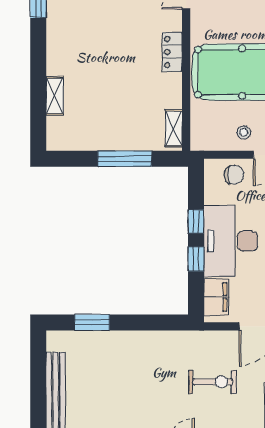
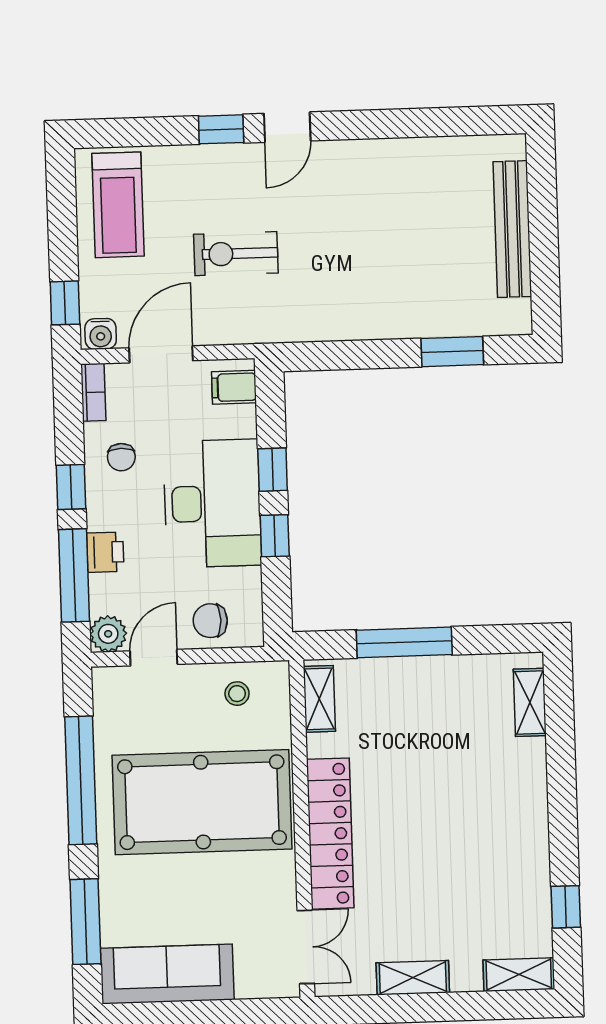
locker: (172, 52) -> (330, 834), width x2.16, depth x1.21
shelving: (55, 96) -> (530, 702), moved
stool: (244, 132) -> (237, 694), moved
filing cabinet: (216, 297) -> (234, 387), width x0.50

